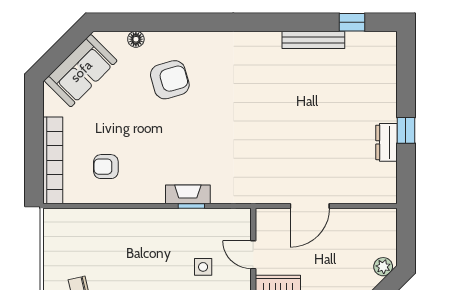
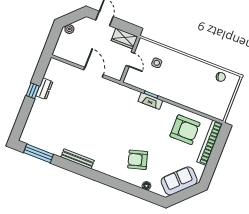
window: (352, 22) -> (39, 153), width x2.17
bench: (313, 40) -> (78, 159), moved
armchair: (106, 167) -> (185, 130), width x1.88, depth x1.88
door: (310, 206) -> (94, 72), hinge flipped

